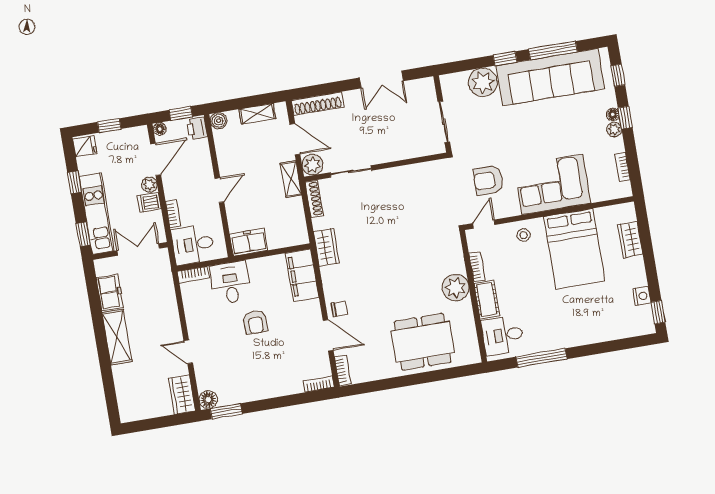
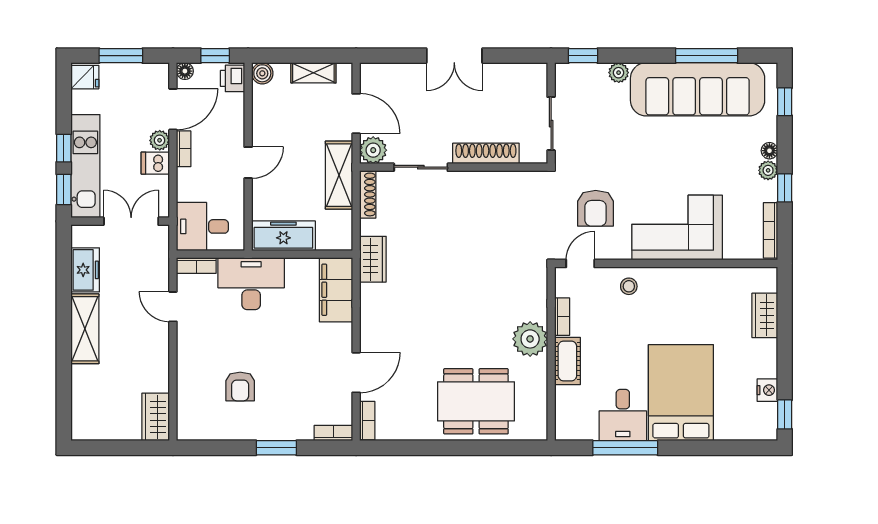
window: (505, 59) -> (583, 56), moved
double door: (381, 79) -> (454, 56), moved
plant: (483, 82) -> (619, 73), width x0.53, depth x0.53
shoe rack: (318, 104) -> (486, 153), moved, turned 180
window: (625, 118) -> (785, 188), moved
window: (109, 125) -> (121, 56), width x1.50
bookcase: (622, 167) -> (771, 230), width x1.56
shelving: (291, 179) -> (339, 175), width x1.50, depth x1.33
armchair: (488, 180) -> (596, 208), turned -90
window: (74, 182) -> (64, 148), moved
bookcase: (173, 214) -> (184, 149), moved
freezer: (249, 242) -> (283, 236), width x1.40
bed: (574, 249) -> (681, 393), moved, turned 180
desk: (230, 283) -> (251, 284), width x1.37
chair: (339, 309) -> (376, 341), removed
armchair: (255, 322) -> (240, 386), moved
door: (328, 335) -> (356, 373), hinge flipped
desk: (503, 335) -> (623, 415), moved, turned -90
door: (188, 352) -> (173, 307), moved
floor lamp: (208, 400) -> (188, 429), removed
window: (226, 411) -> (276, 448), moved

